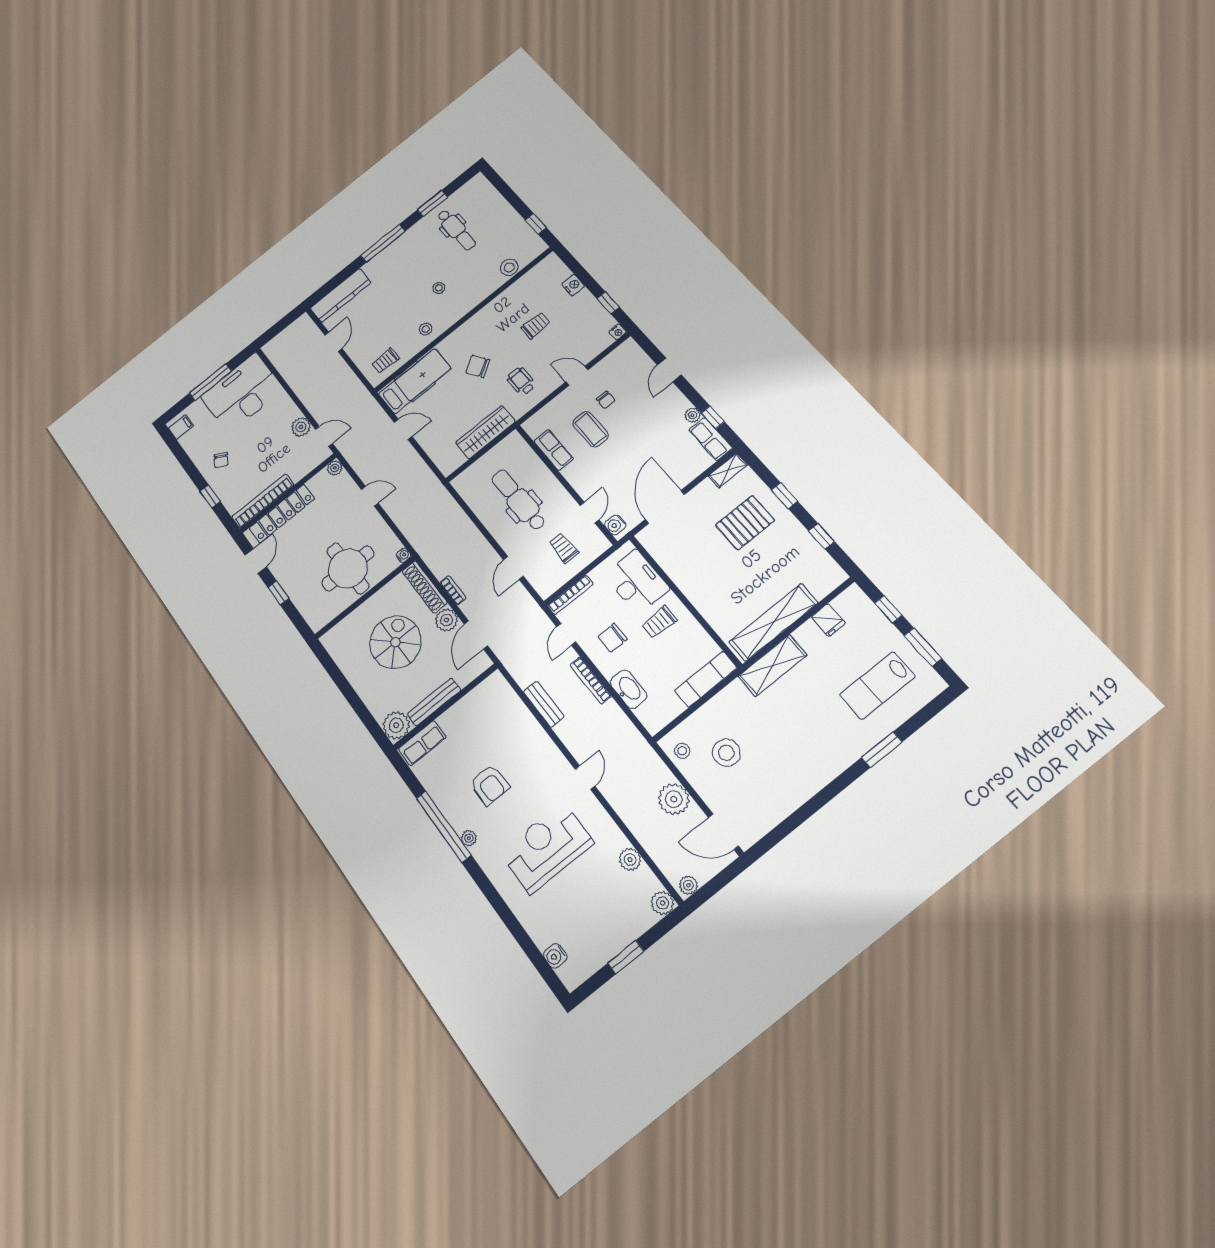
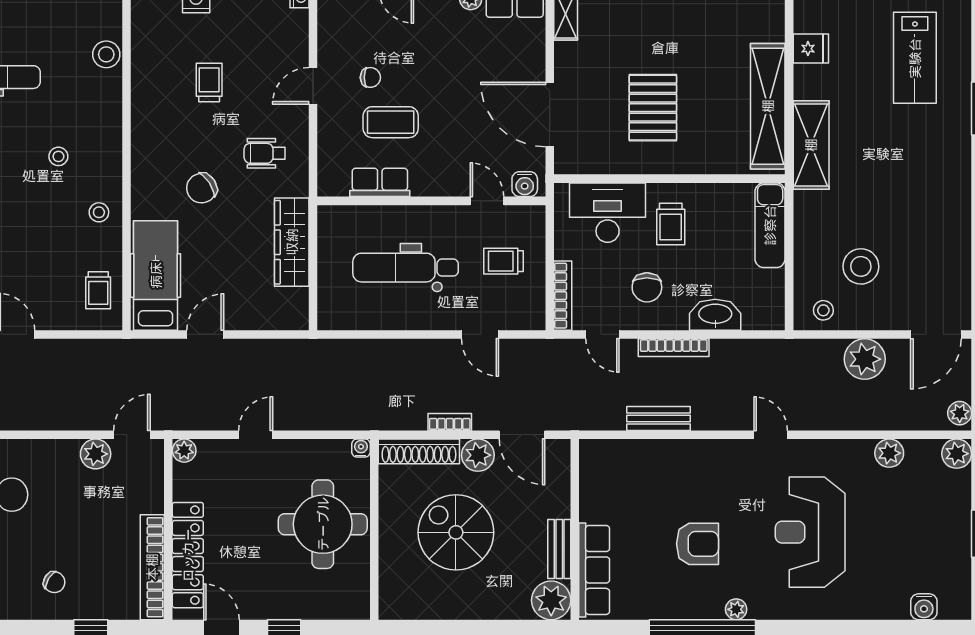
pallet: (745, 523) -> (653, 108), moved
bench: (434, 702) -> (559, 549), width x0.73
row of seats: (422, 743) -> (594, 570), width x1.48

